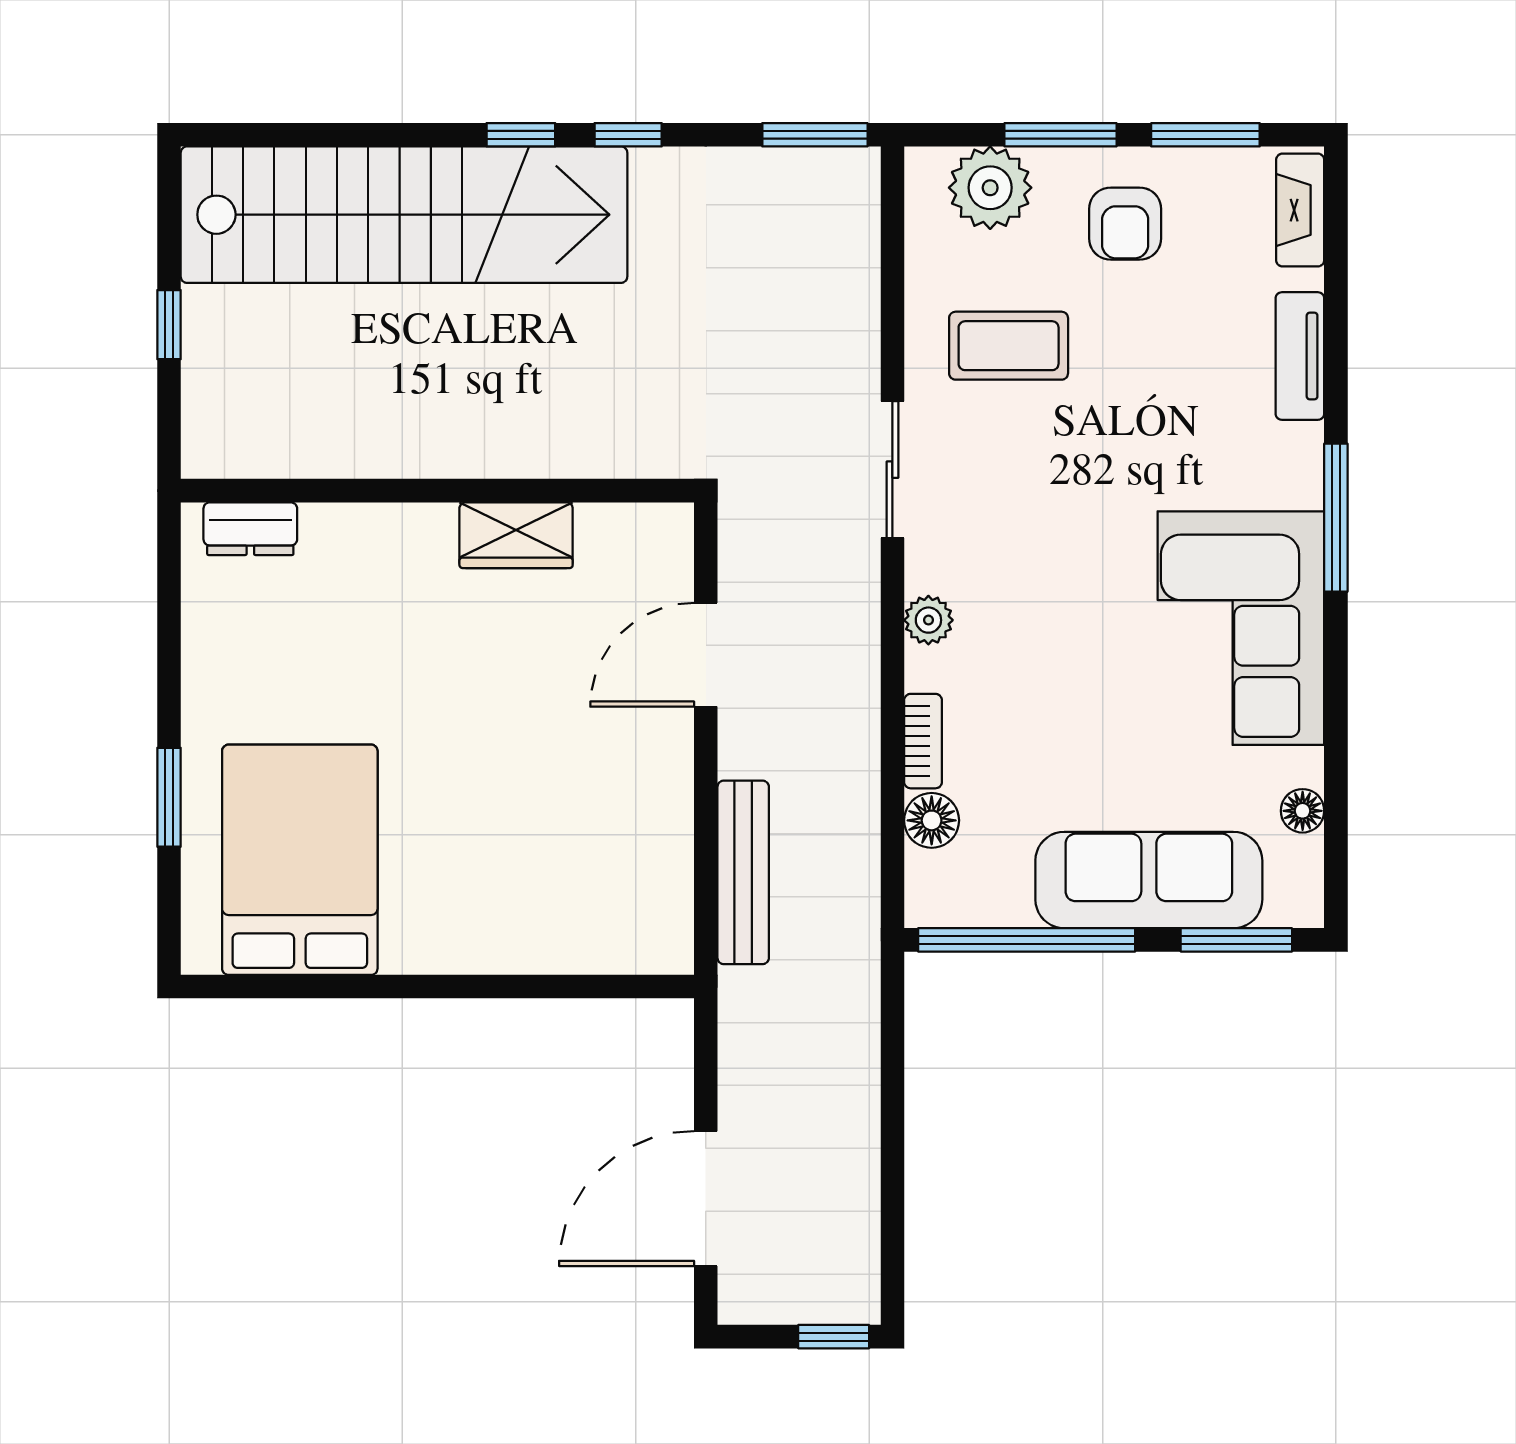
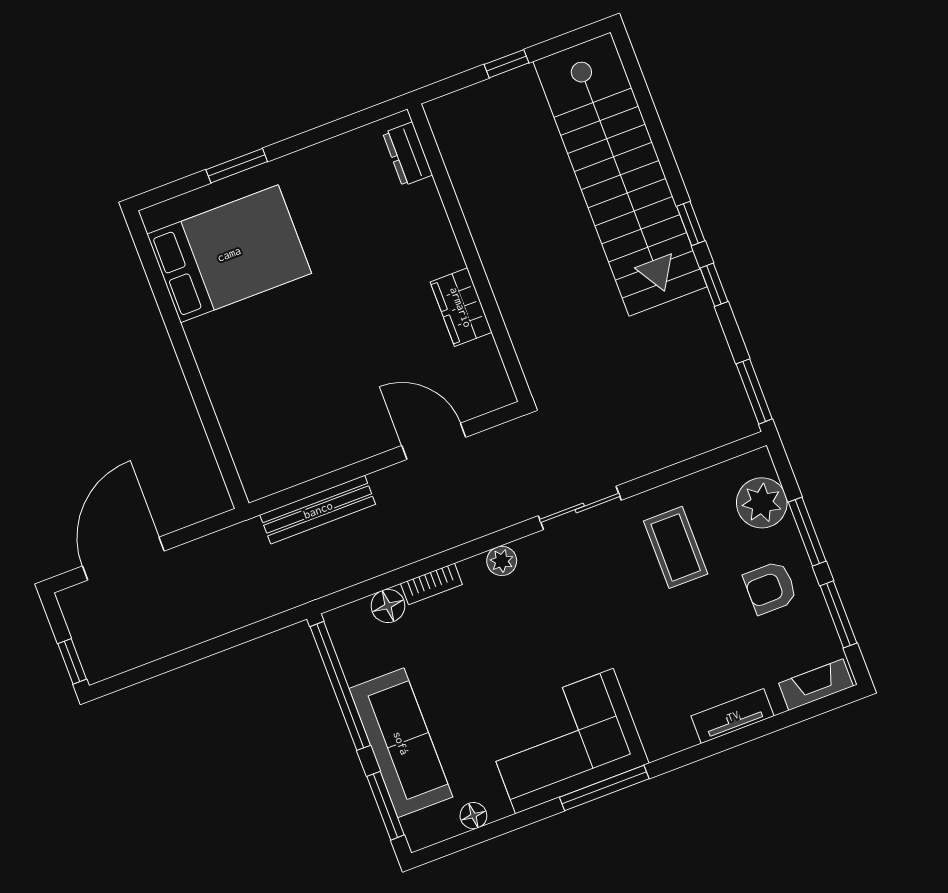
window: (1336, 518) -> (604, 788), moved
door: (706, 1199) -> (123, 559), hinge flipped

